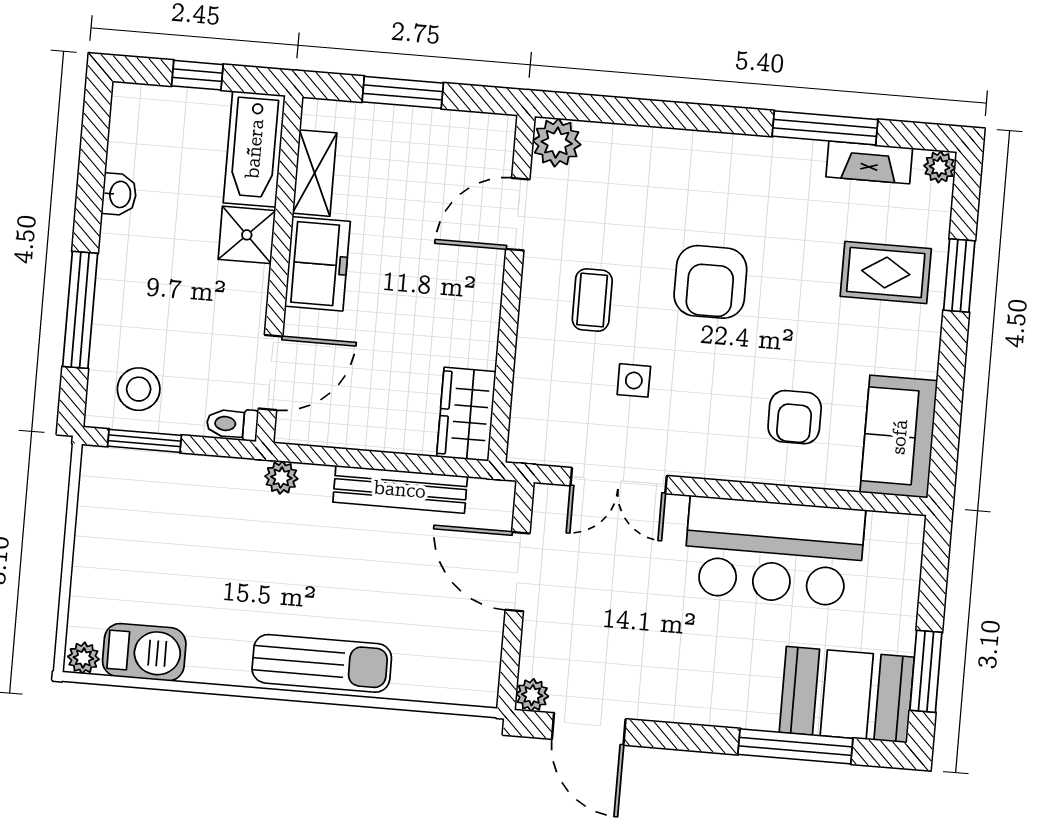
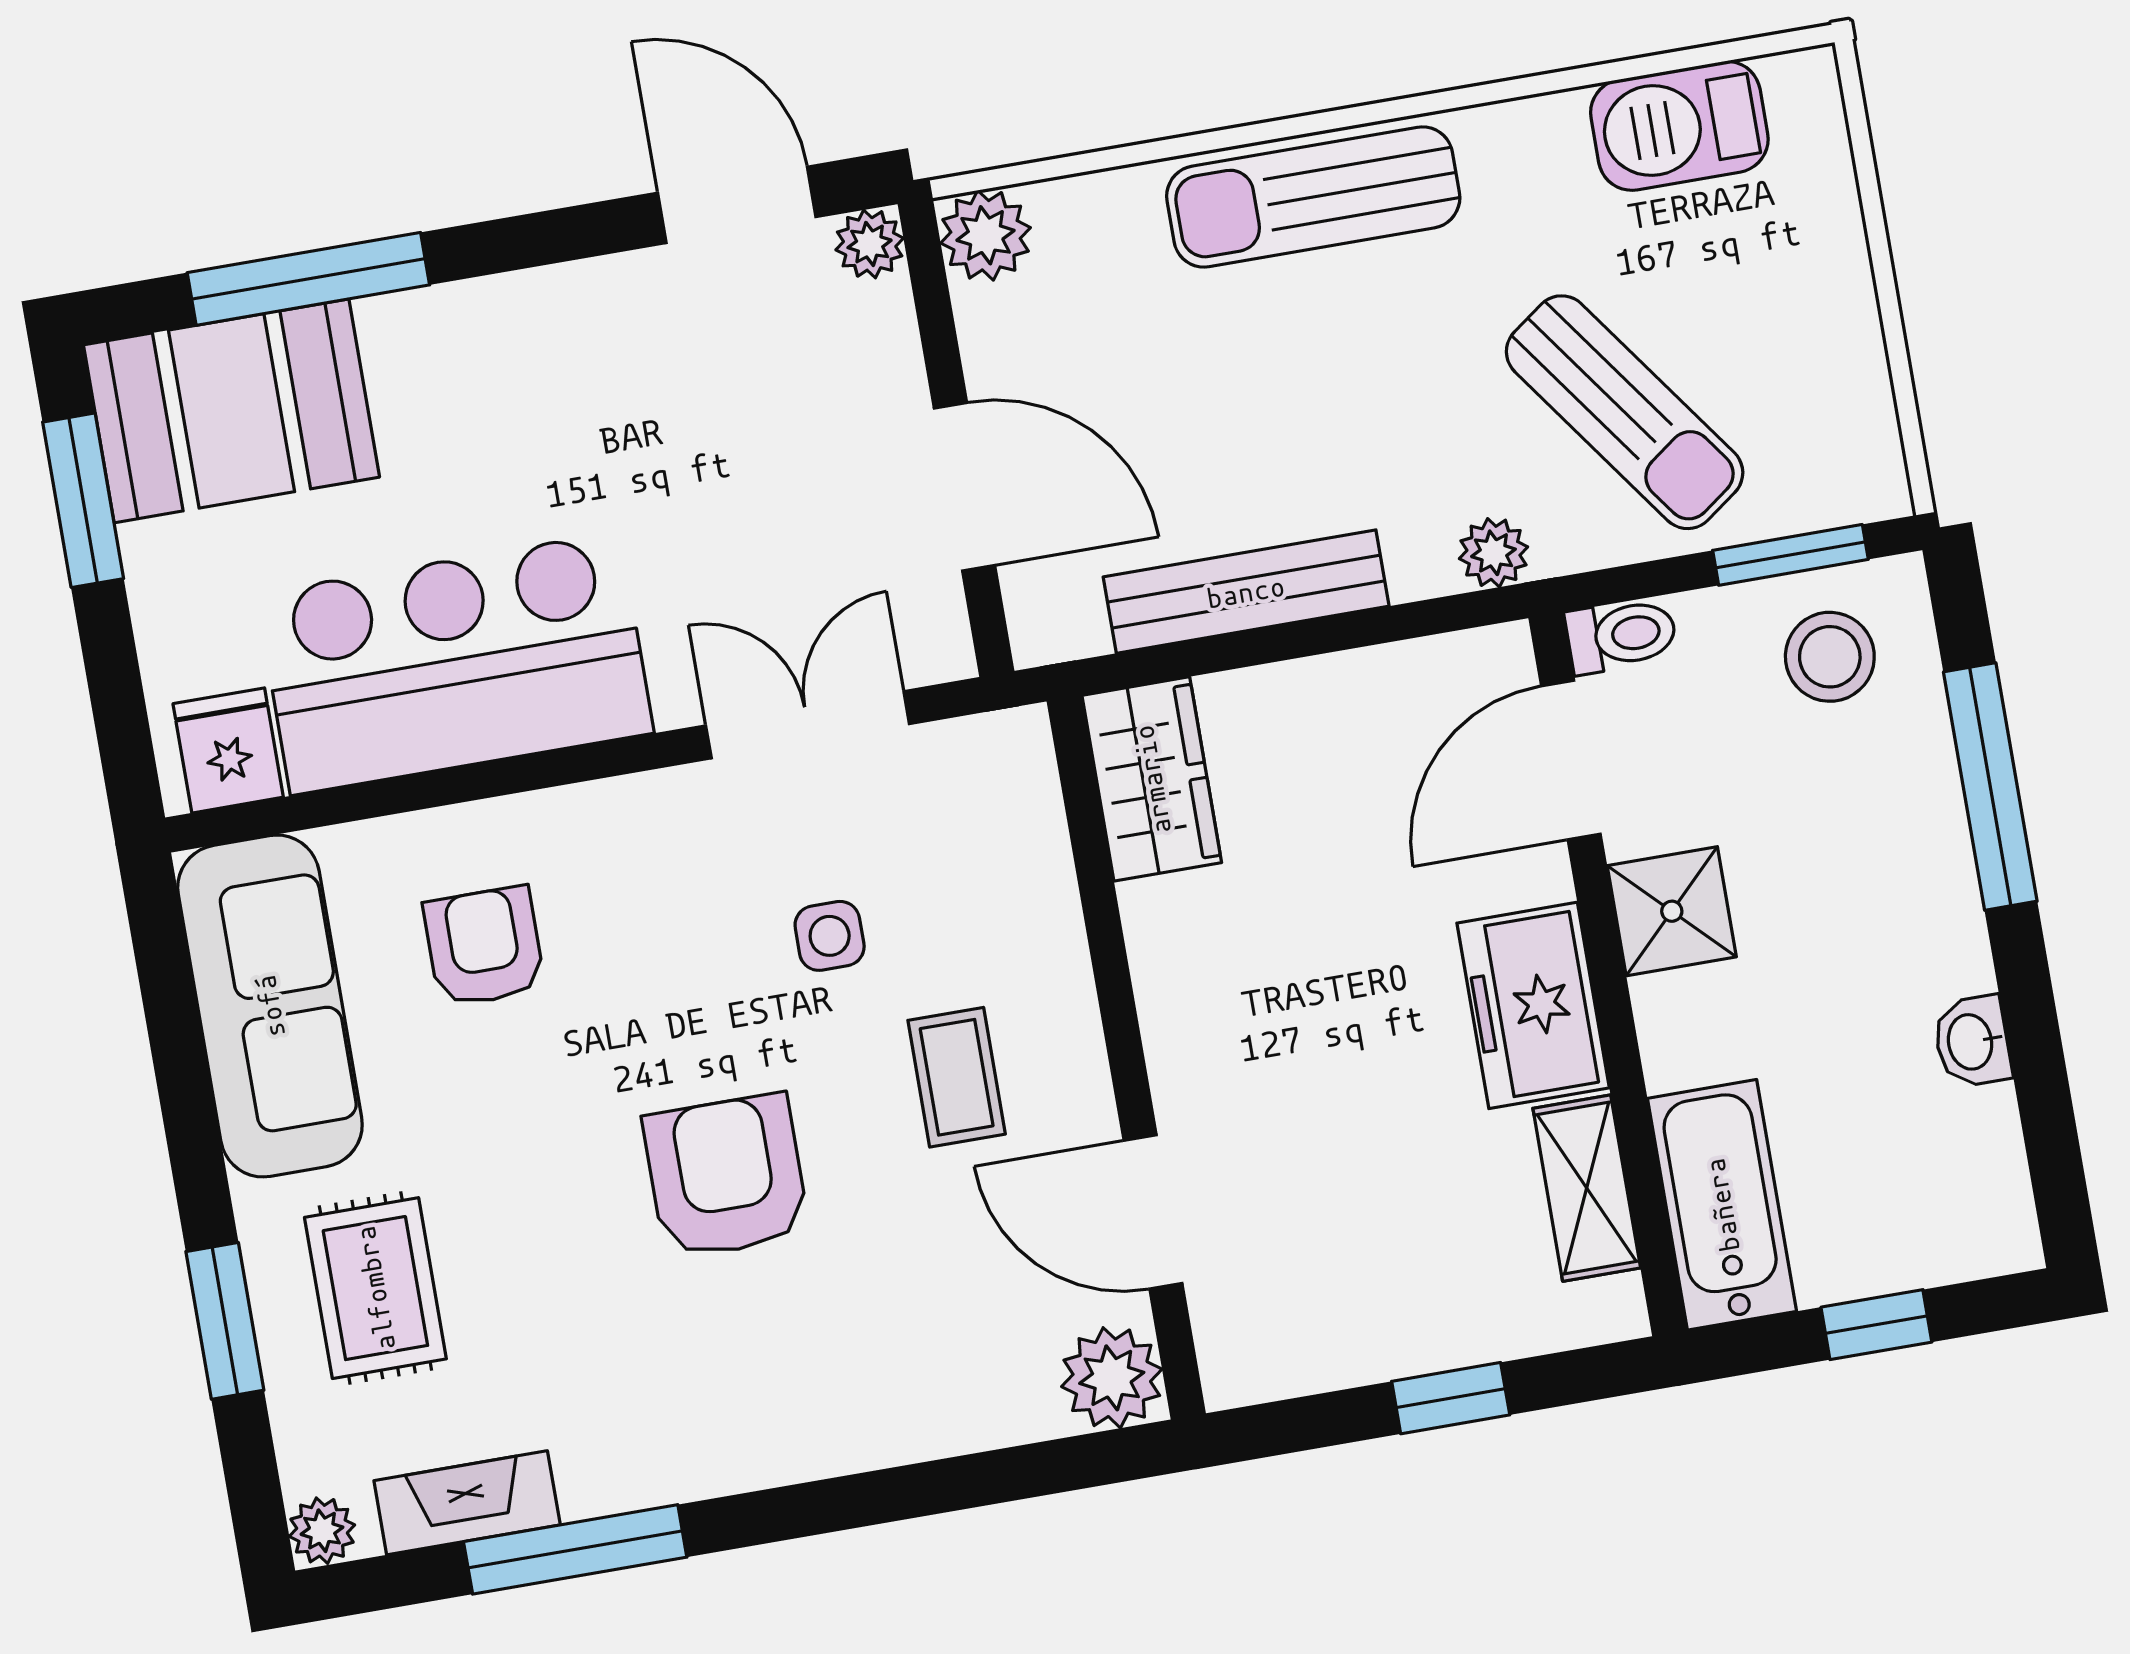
window: (403, 92) -> (1451, 1398), width x0.67
door: (518, 214) -> (1153, 1212), swing flipped
shower: (247, 235) -> (1672, 911), moved
rug: (886, 273) -> (375, 1288), turned 90
sofa: (899, 437) -> (270, 1006), width x1.36
sun lounger: (204, 527) -> (1625, 412), added
fridge: (889, 538) -> (228, 750), added
plant: (83, 658) -> (986, 235), moved, width x1.38, depth x1.38

